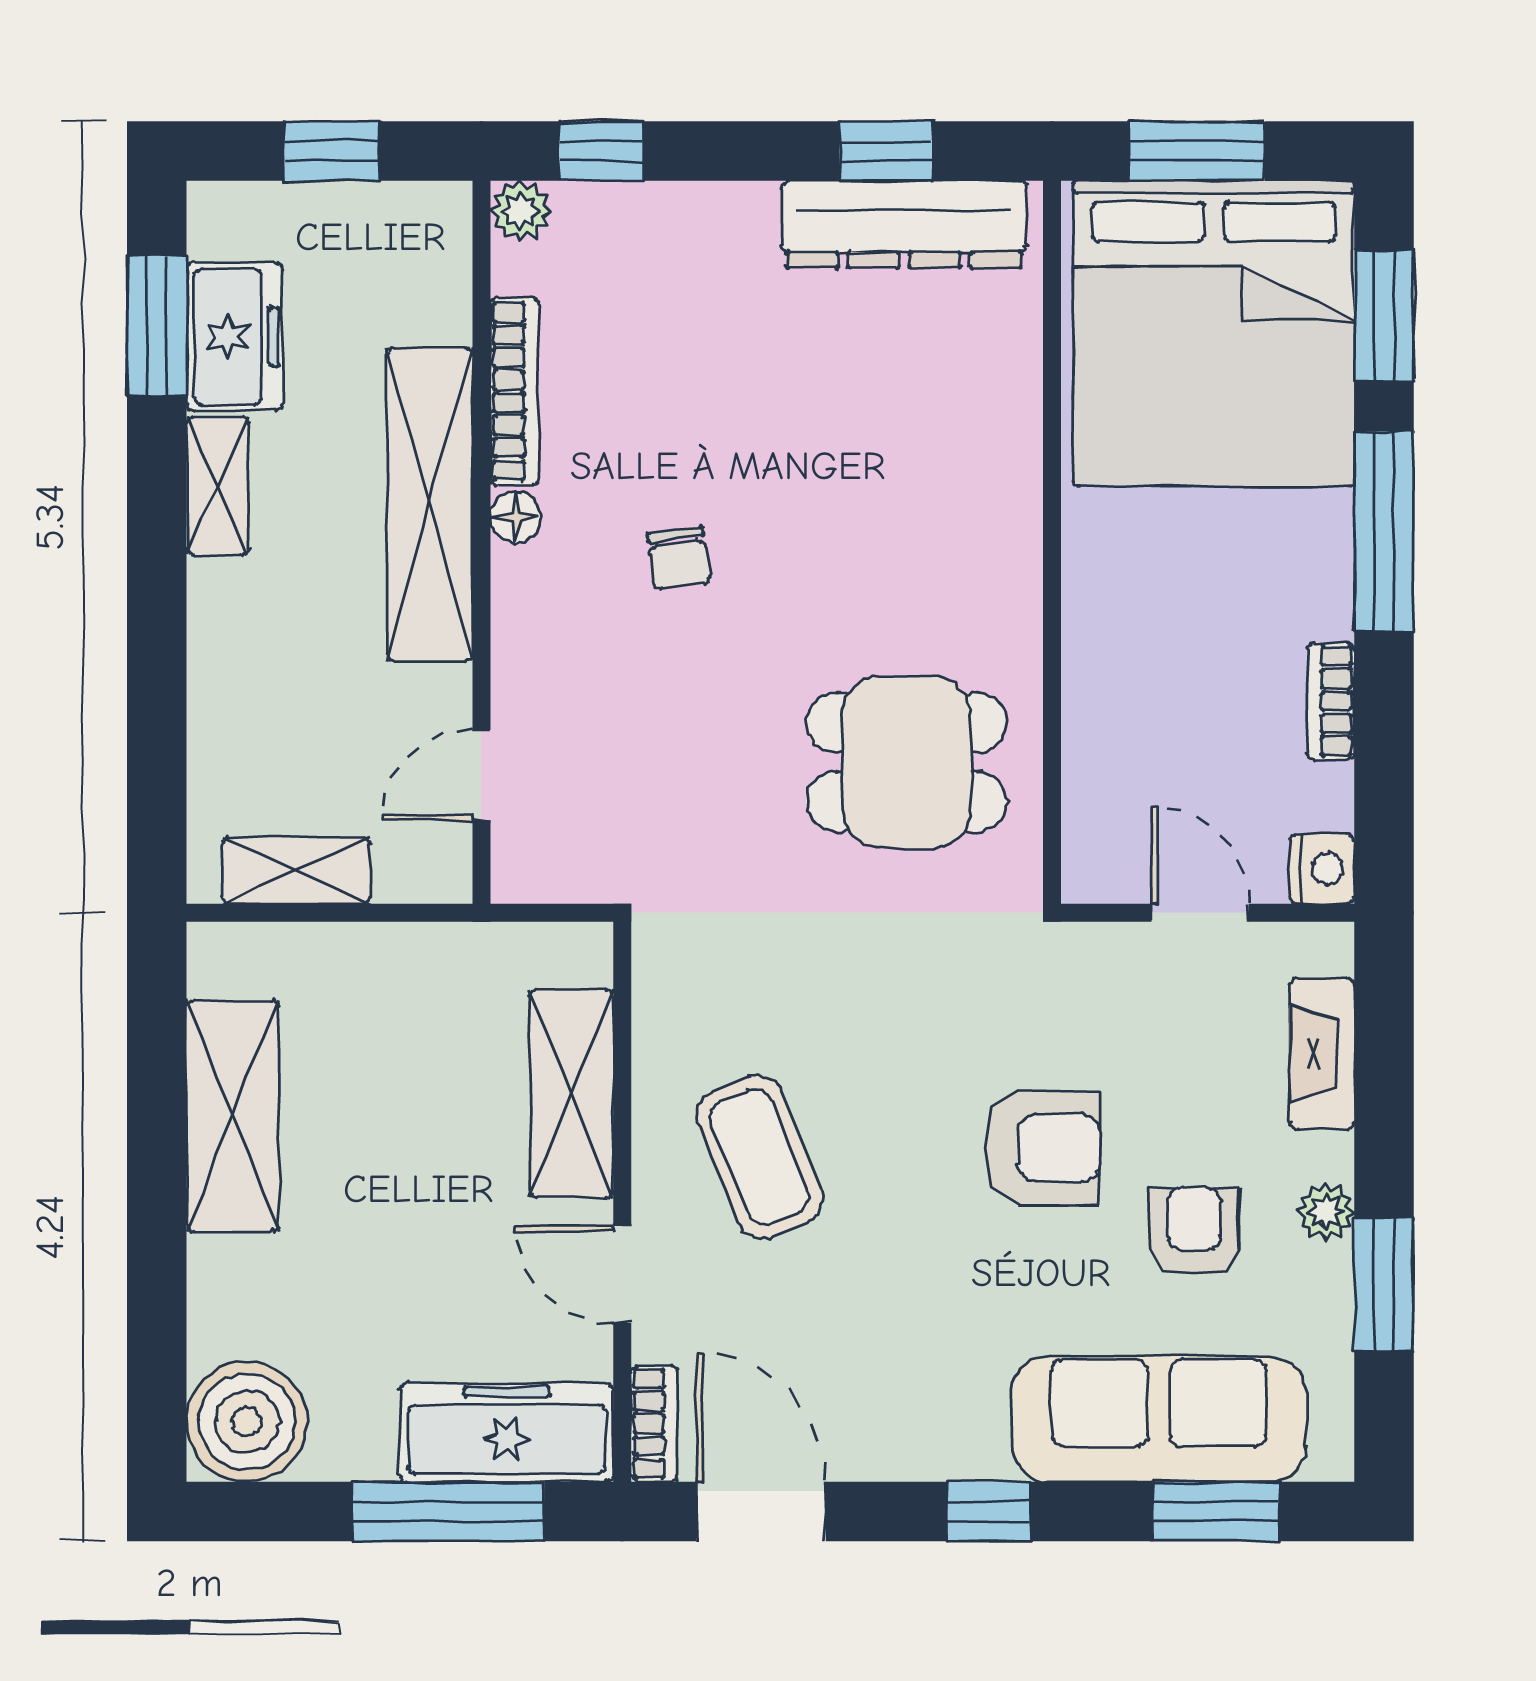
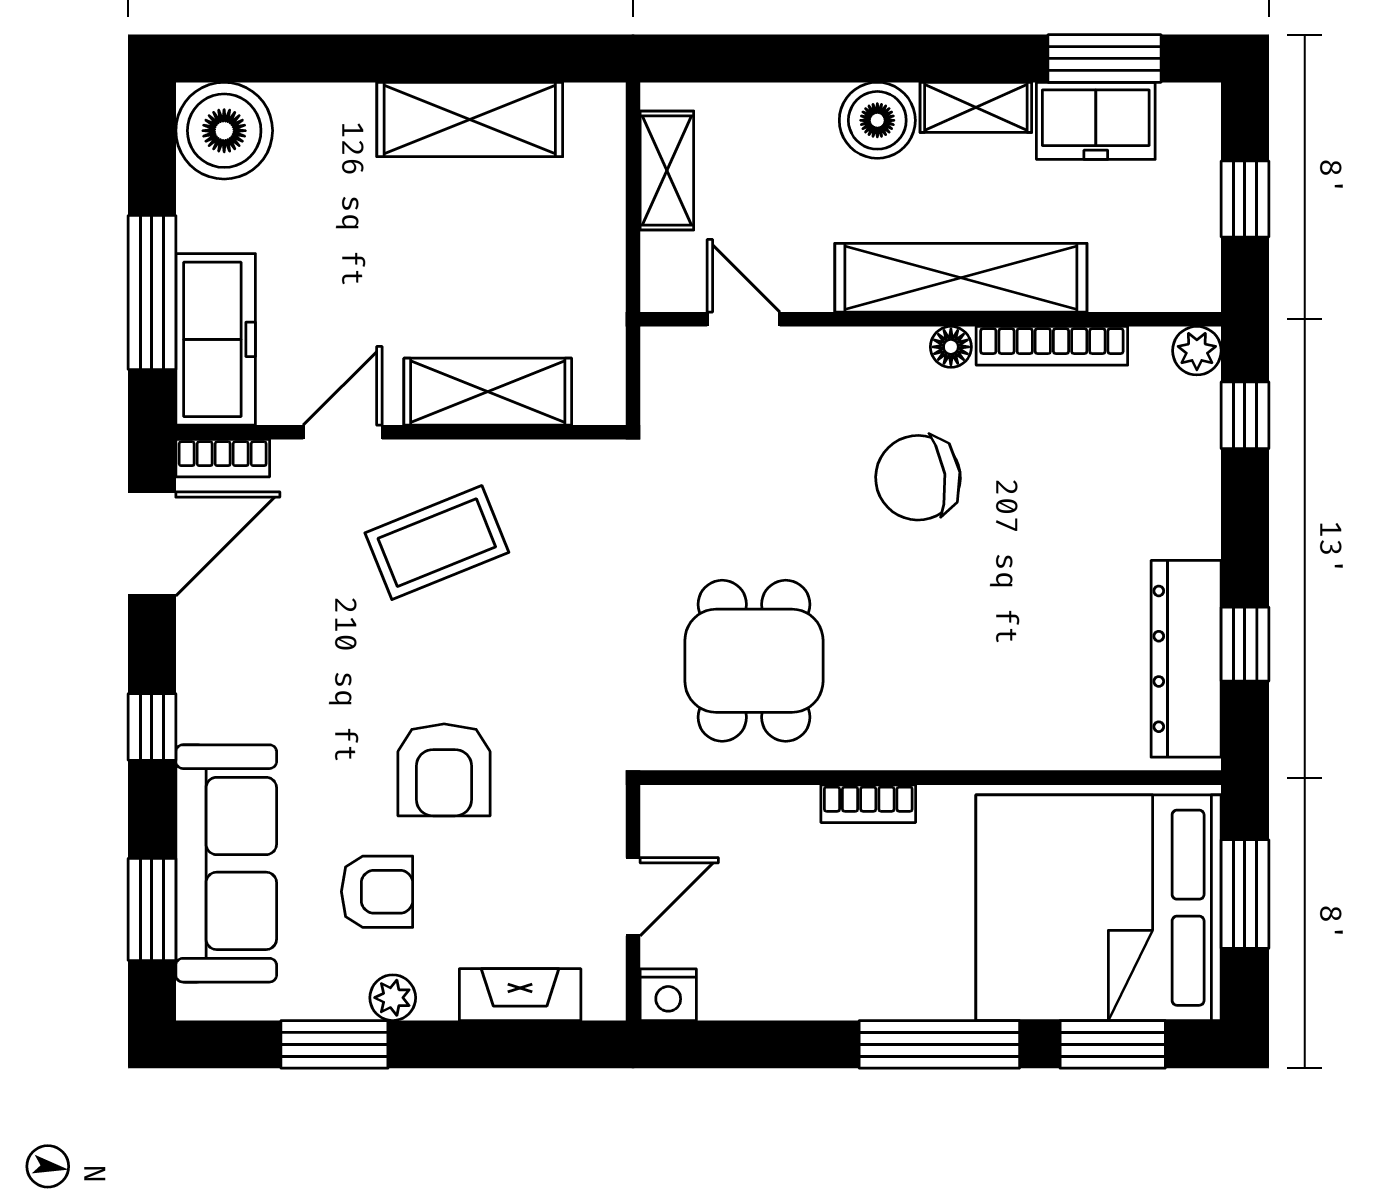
chair: (679, 558) -> (918, 478), width x1.87, depth x1.87
boiler: (234, 609) -> (877, 120), added
bookcase: (1331, 701) -> (868, 804), moved, turned 180

